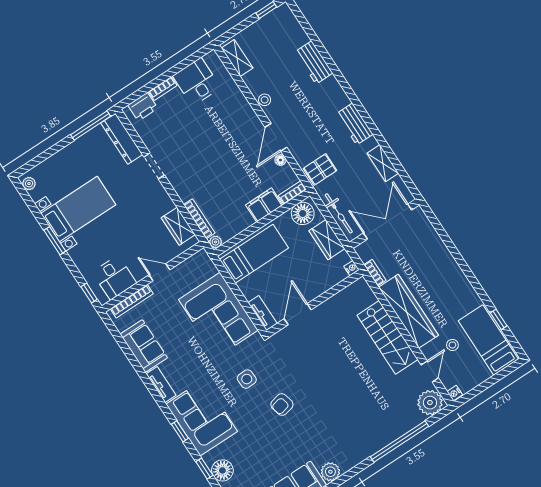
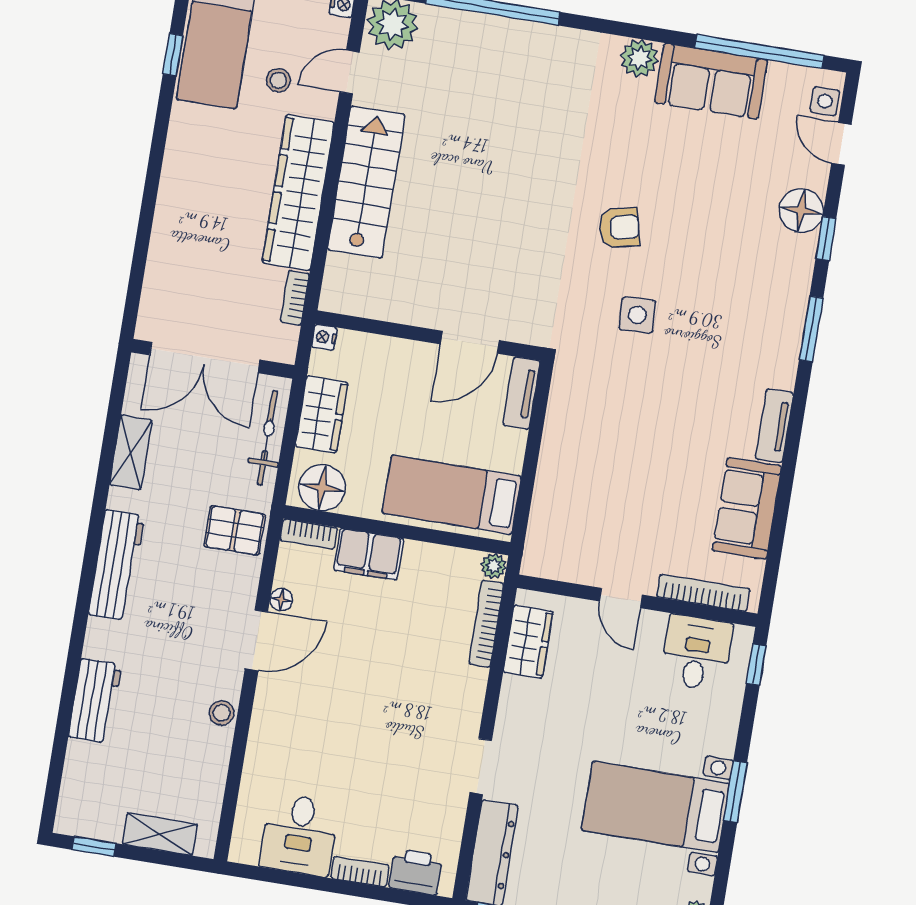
shelving: (237, 58) -> (160, 834), moved, turned 90
workbench: (355, 124) -> (117, 565), width x1.38
corner sofa: (218, 315) -> (591, 452), removed
corner sofa: (202, 418) -> (759, 319), removed
window: (180, 431) -> (811, 329), width x1.50

